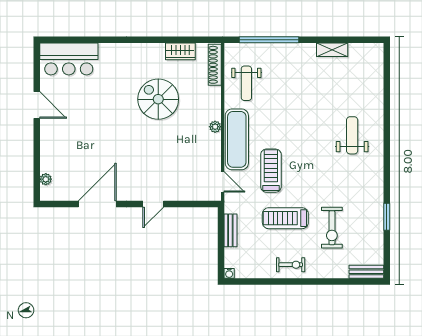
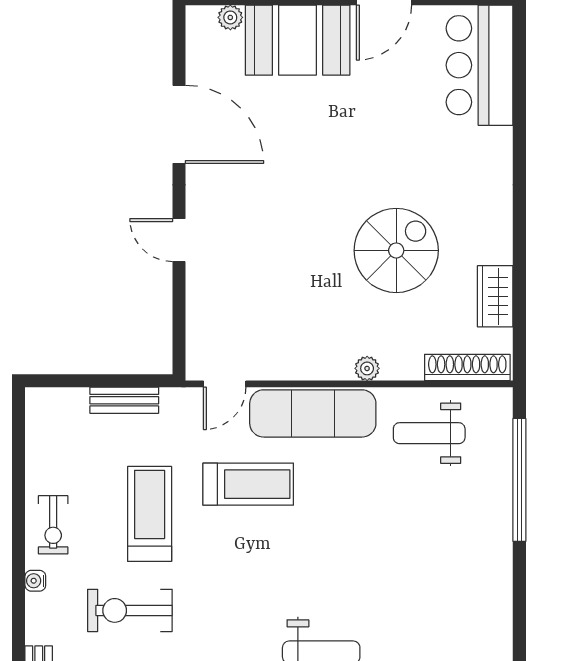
shelving: (332, 50) -> (499, 611), removed
plant: (215, 127) -> (367, 368), moved
booth: (57, 147) -> (298, 40), added
water cooler: (229, 273) -> (35, 581), moved

